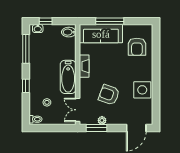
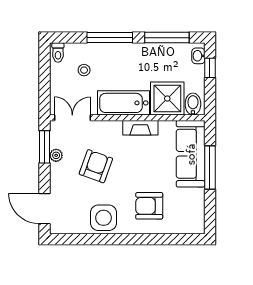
armchair: (137, 47) -> (149, 206), moved
shower: (65, 49) -> (167, 99), added
window: (26, 86) -> (110, 38), width x2.17

